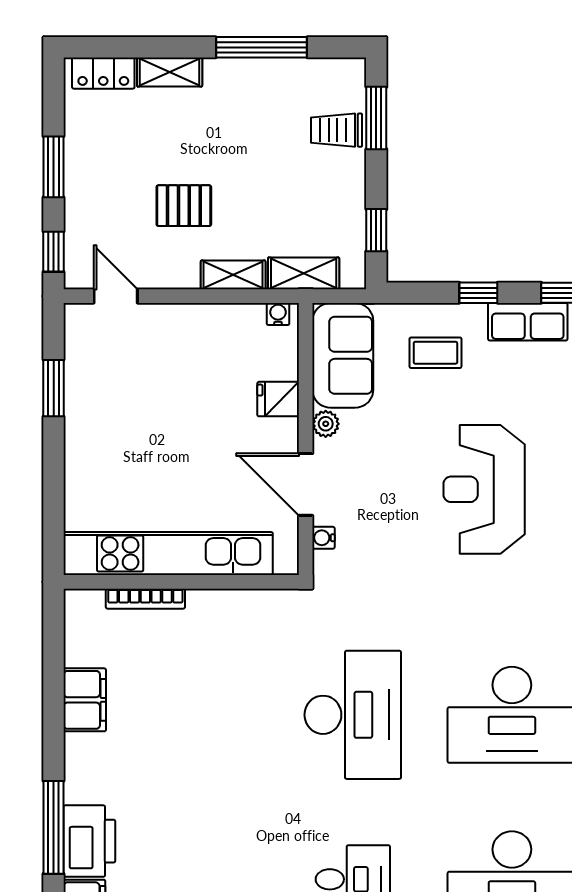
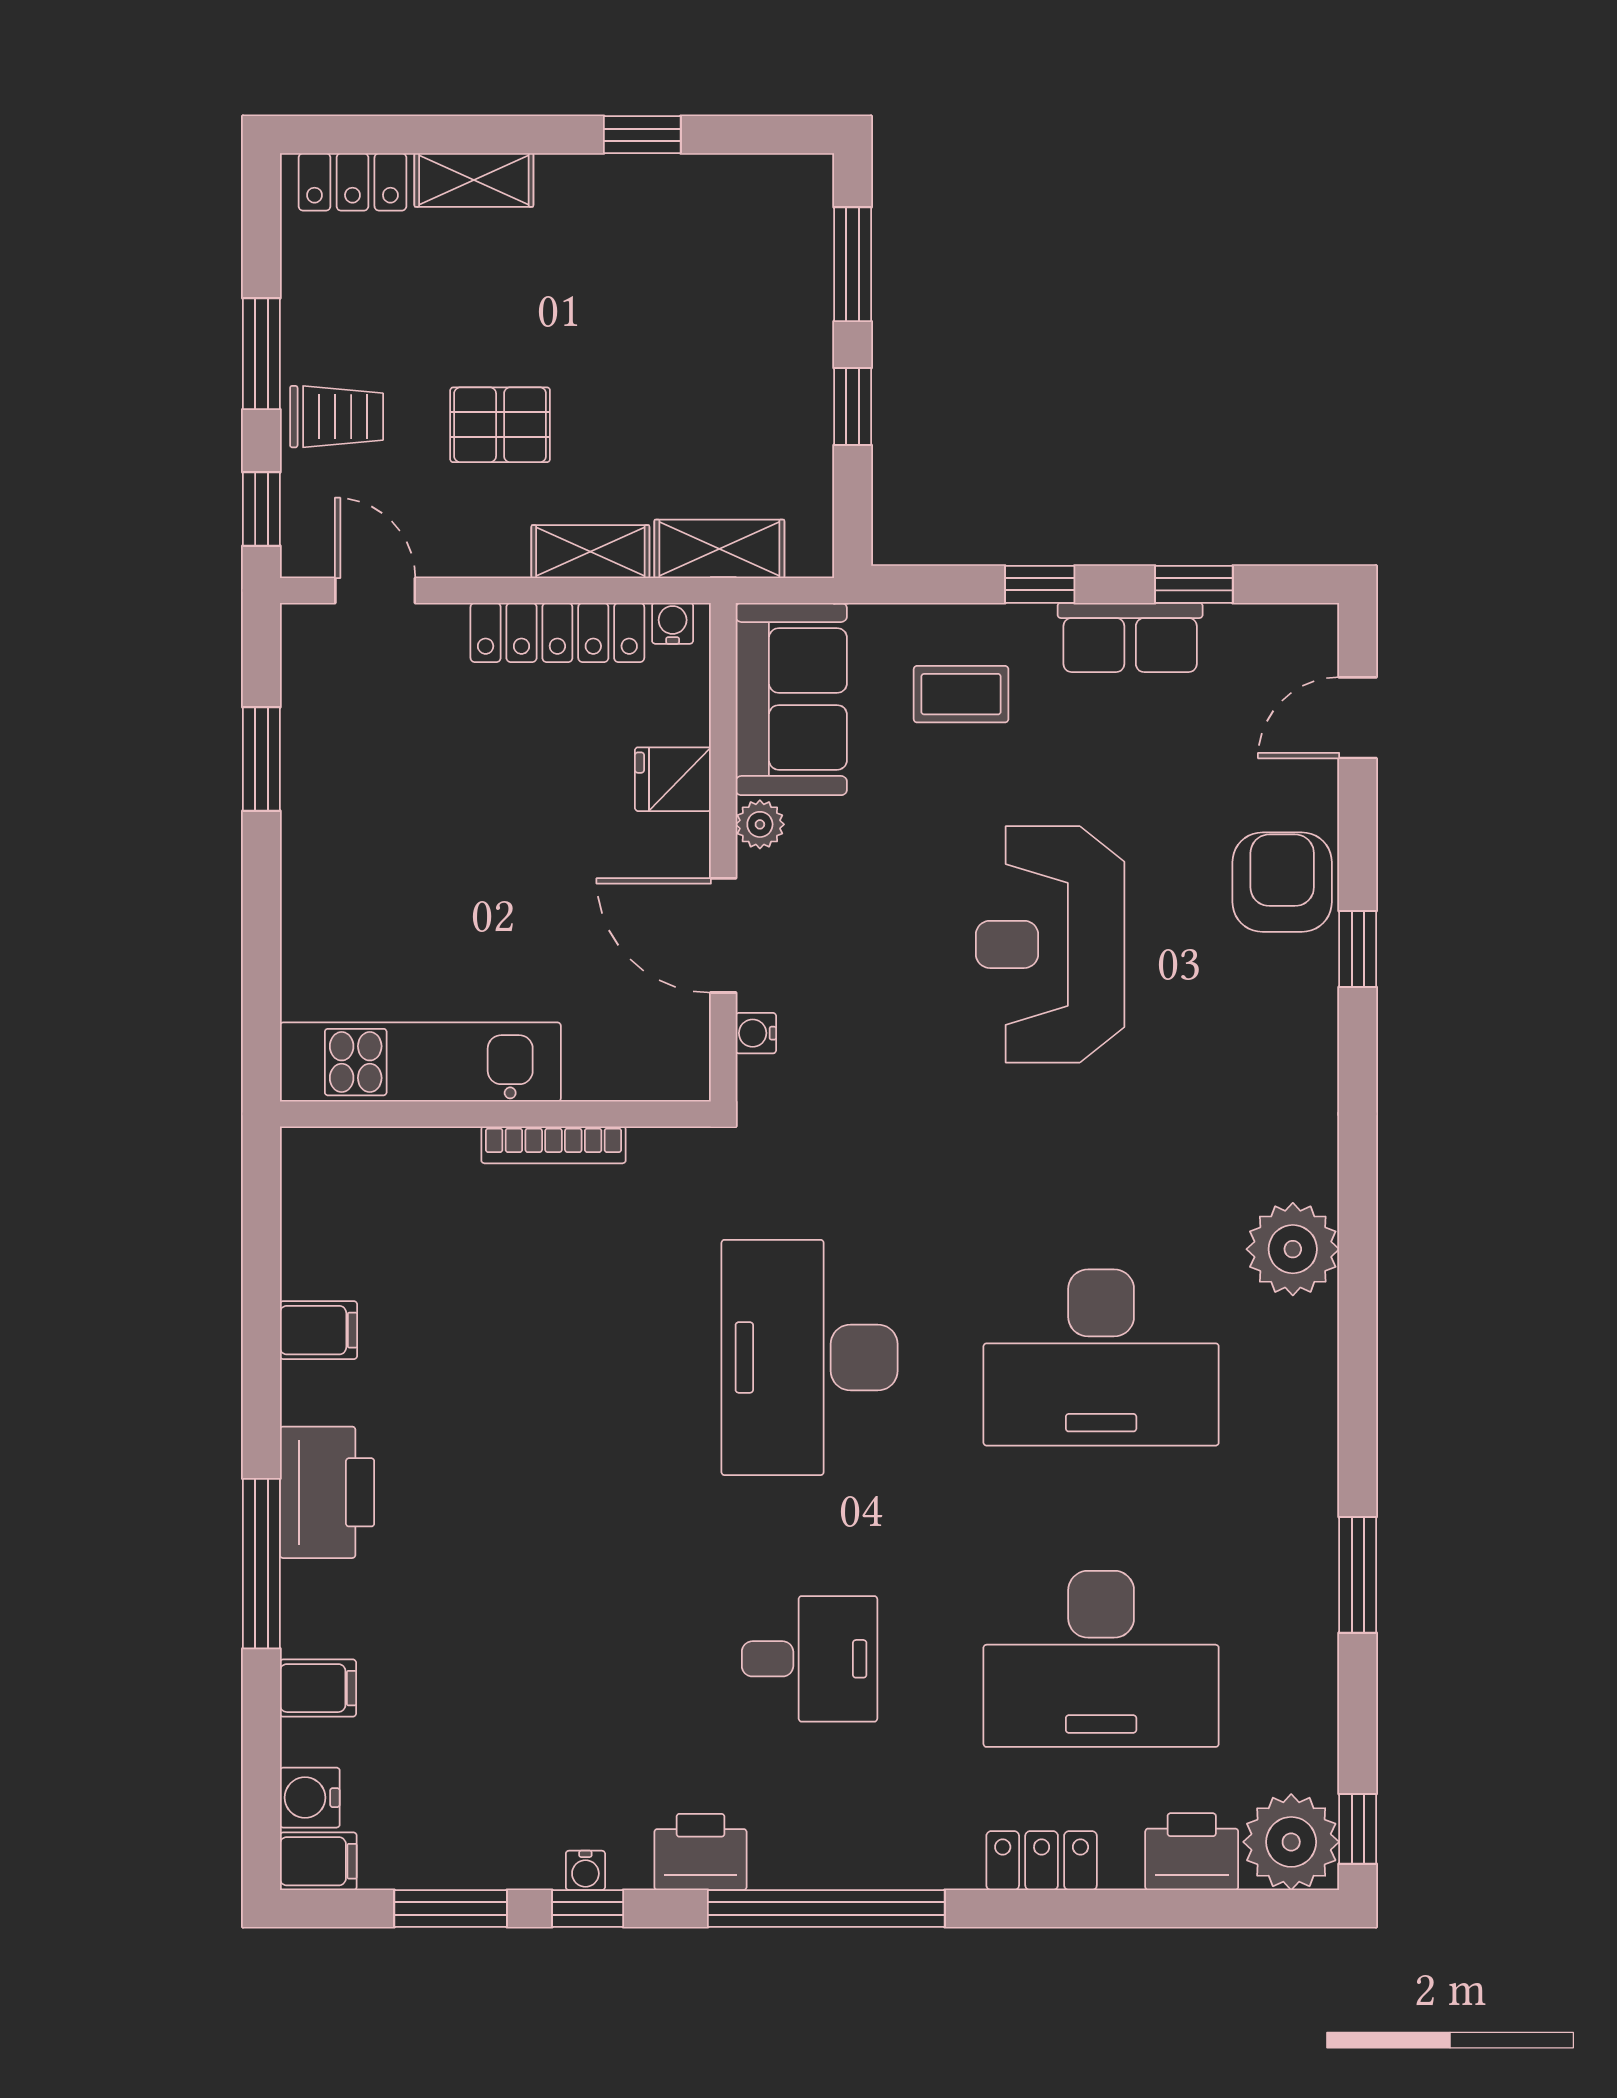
window: (262, 47) -> (642, 135), width x0.46
trolley: (337, 130) -> (337, 417), moved, turned 180
window: (376, 230) -> (853, 406), moved
locker: (215, 319) -> (557, 632), added
kitchen unit: (168, 554) -> (420, 1062), width x0.73
bookcase: (145, 599) -> (554, 1145), moved
filing cabinet: (85, 700) -> (318, 1330), width x0.50
desk: (353, 715) -> (810, 1357), turned 180
printer: (89, 841) -> (327, 1492), moved

